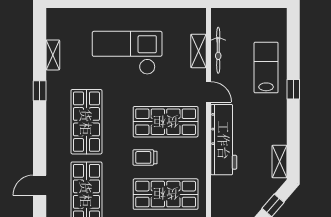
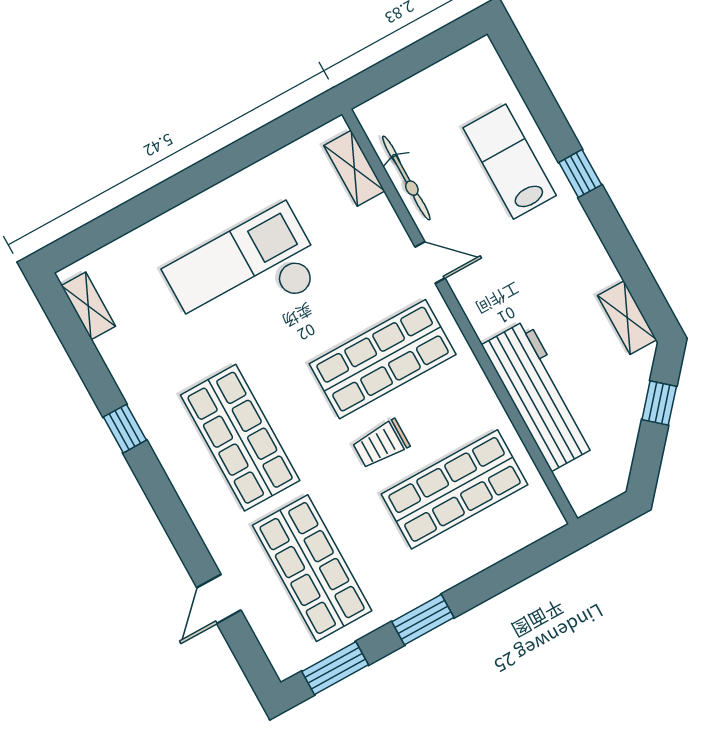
shelving: (198, 51) -> (354, 168), moved
shelving: (53, 55) -> (88, 306), moved
workbench: (224, 140) -> (539, 396), moved

